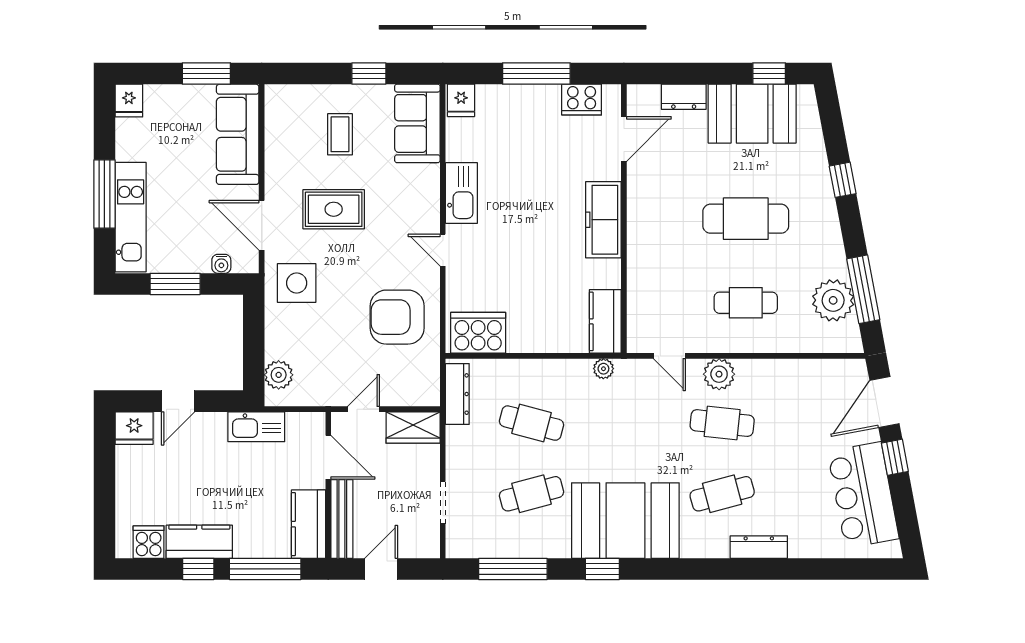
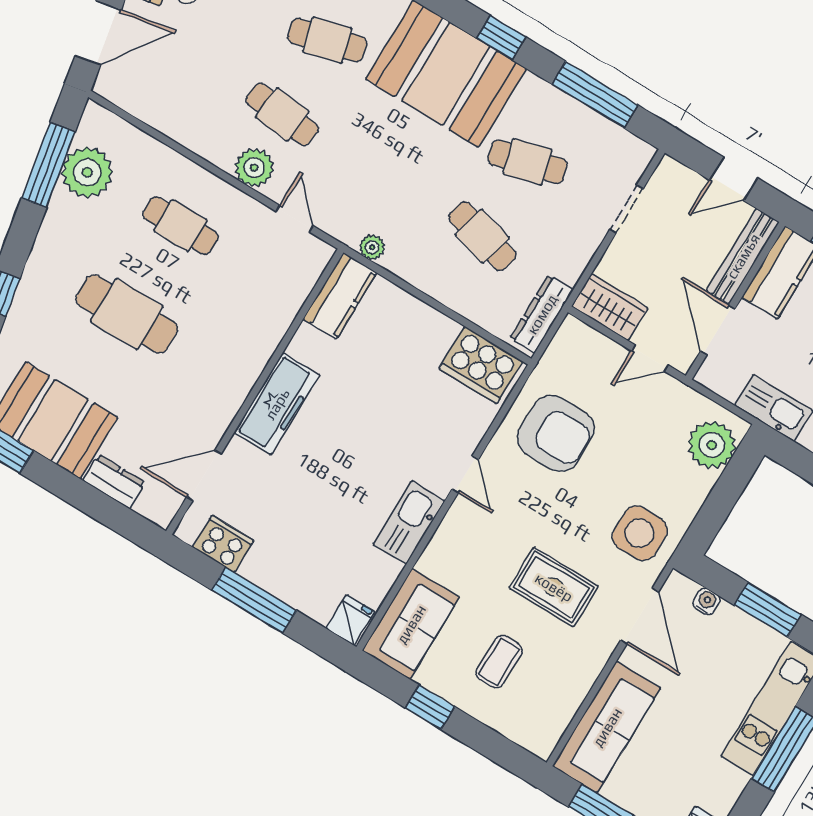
plant: (279, 375) -> (712, 445), width x1.36, depth x1.36

